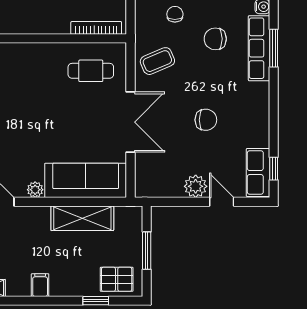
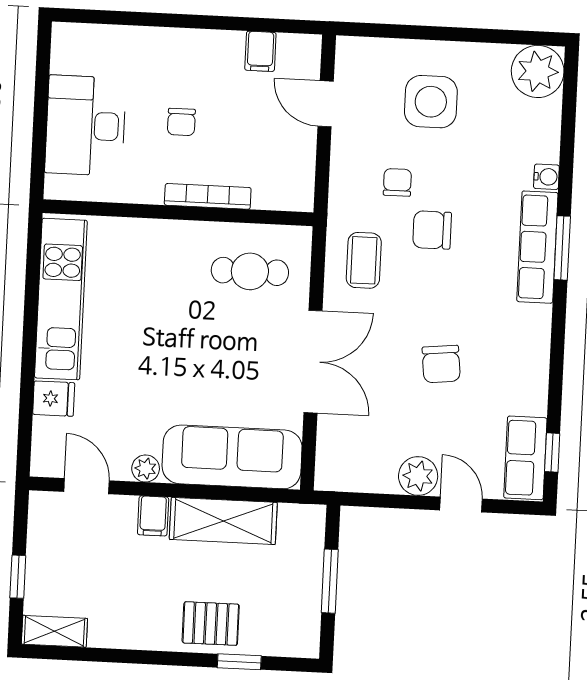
bookcase: (96, 28) -> (208, 196), moved
chair: (215, 39) -> (432, 230), moved
coffee table: (157, 61) -> (364, 260), turned -67
chair: (206, 120) -> (441, 364), turned 84
pallet: (117, 279) -> (211, 624), moved
filing cabinet: (40, 285) -> (153, 516), moved, turned 180

